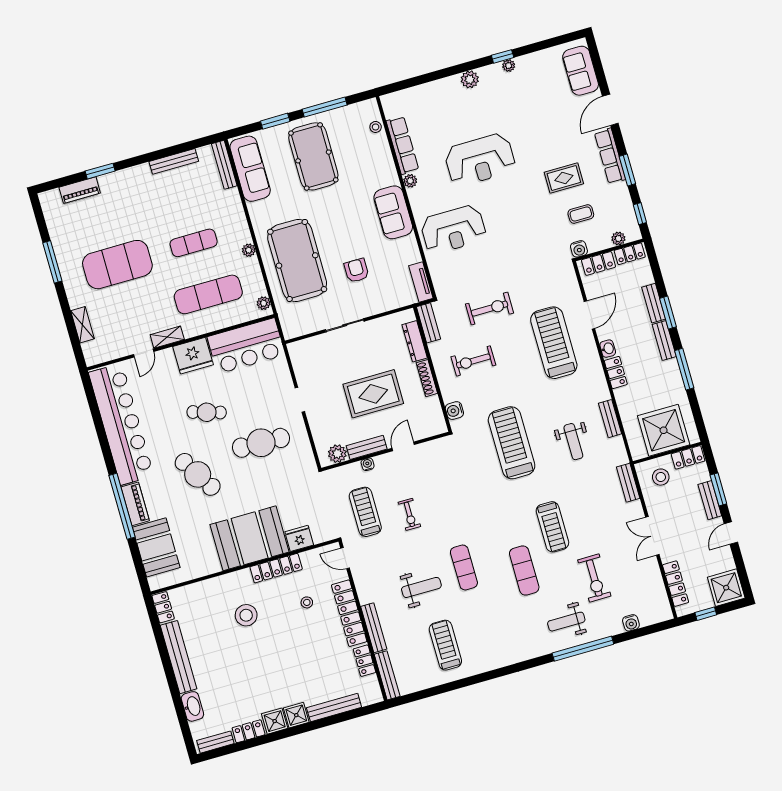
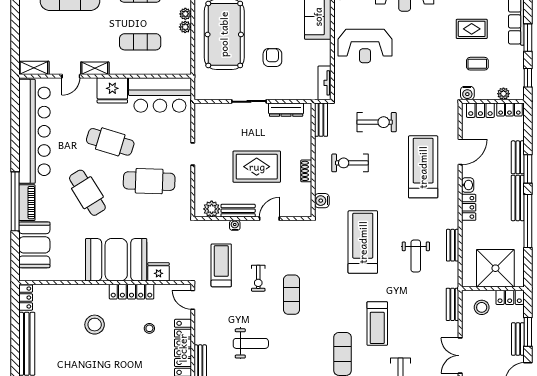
exercise mat: (208, 294) -> (140, 42), width x0.73, depth x0.69
plant: (264, 303) -> (185, 27), moved
shelving: (83, 325) -> (34, 68), moved, turned 90
dresser: (415, 341) -> (286, 110), moved, turned -90
bench: (664, 341) -> (518, 198), width x1.36
window: (684, 369) -> (528, 221), width x1.46
shoe rack: (427, 378) -> (306, 171), width x0.70
cafe table: (207, 412) -> (110, 142), width x1.37, depth x1.35
exercise mat: (464, 567) -> (291, 295), moved

